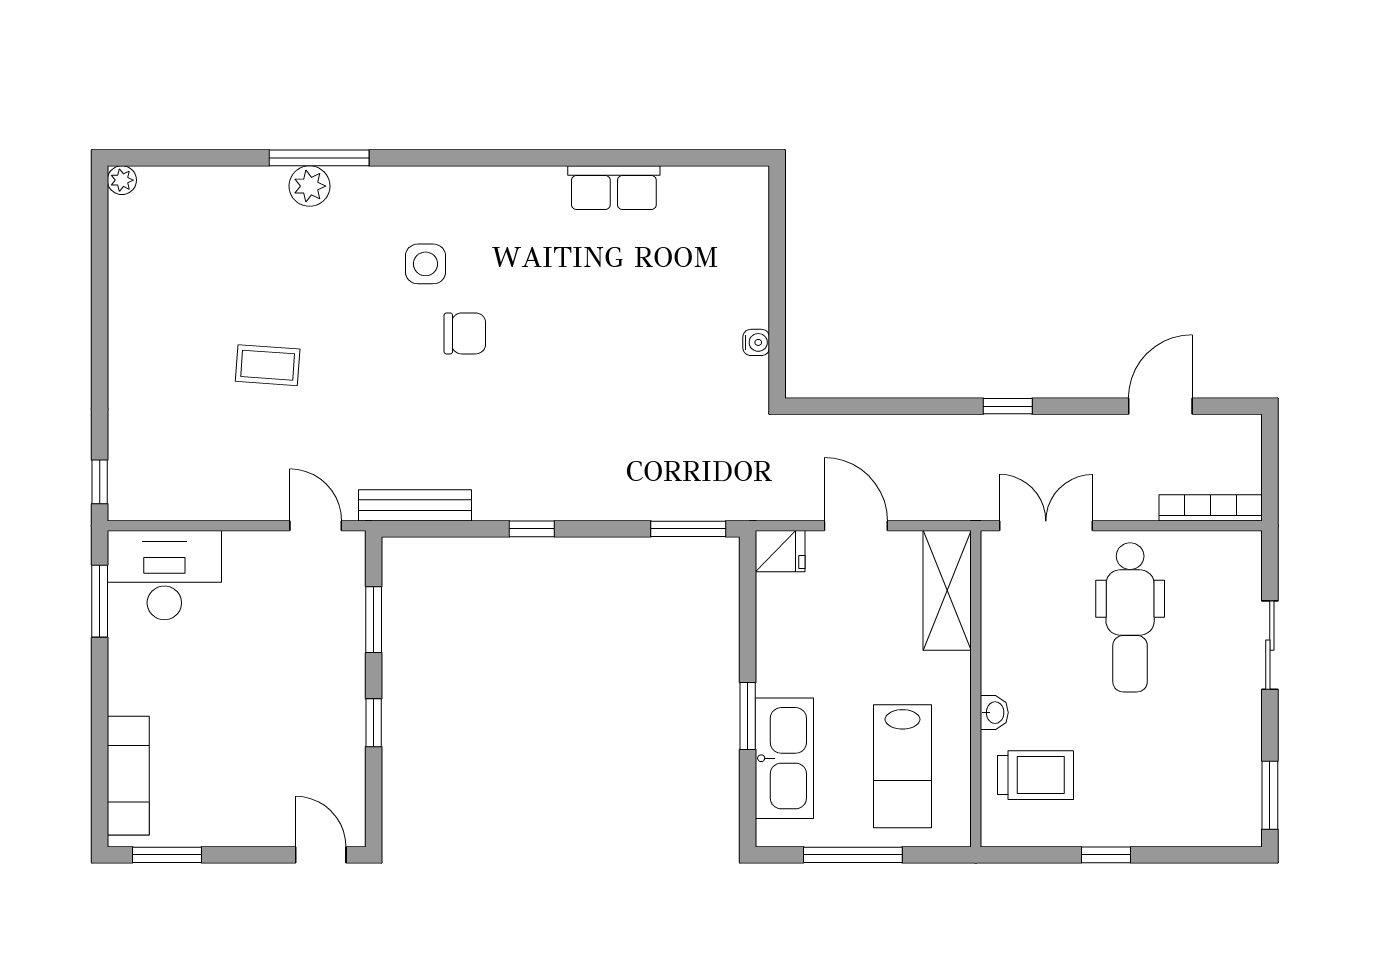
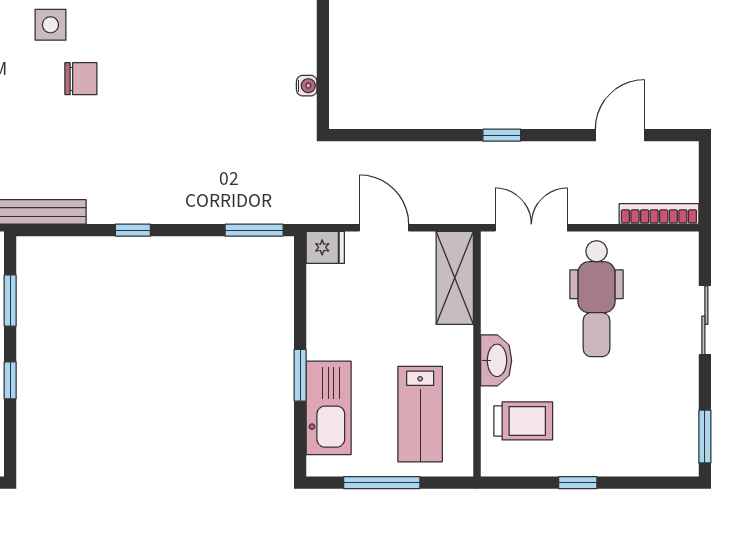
washbasin: (994, 713) -> (496, 360), width x1.91, depth x1.45

